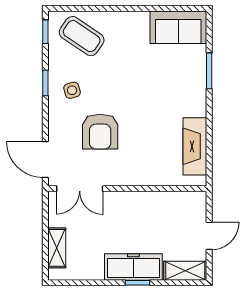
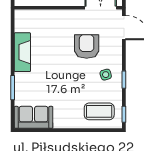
coffee table: (82, 36) -> (99, 111), turned -34
fireplace: (195, 146) -> (22, 52), moved

